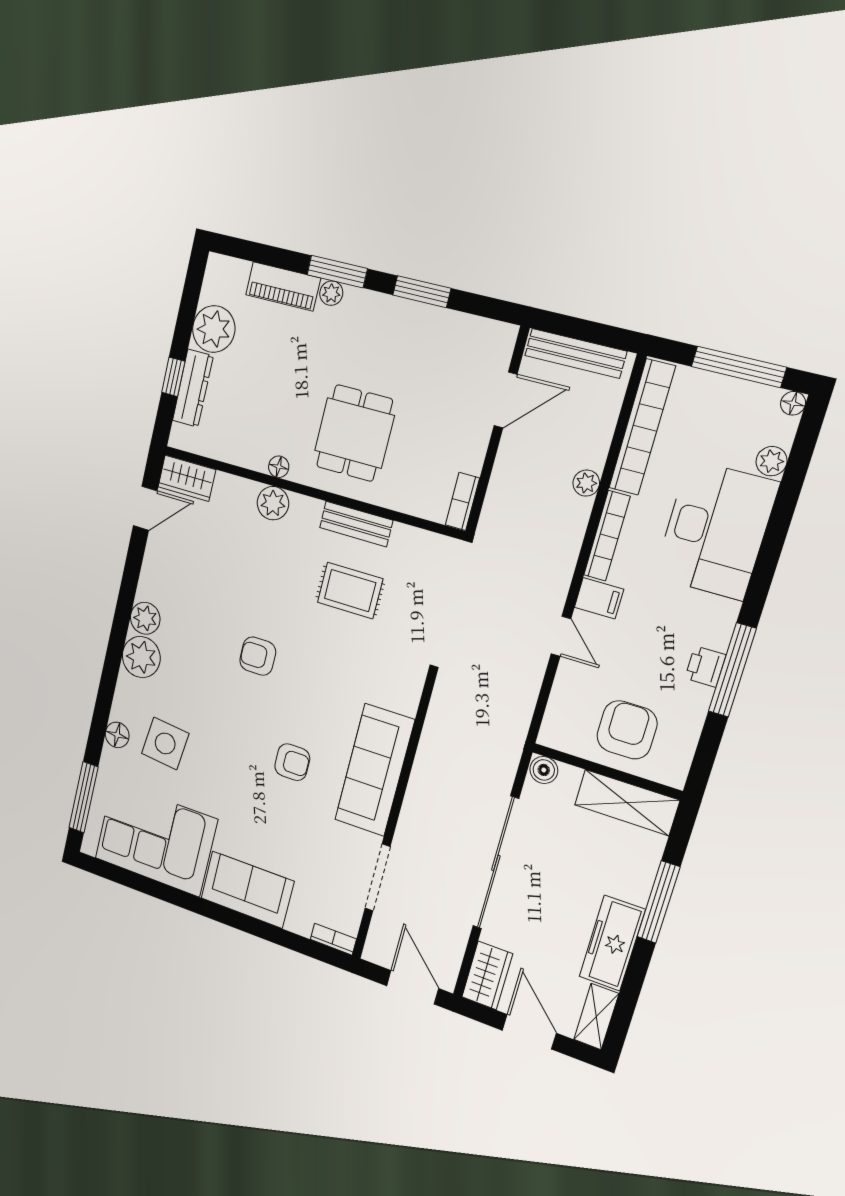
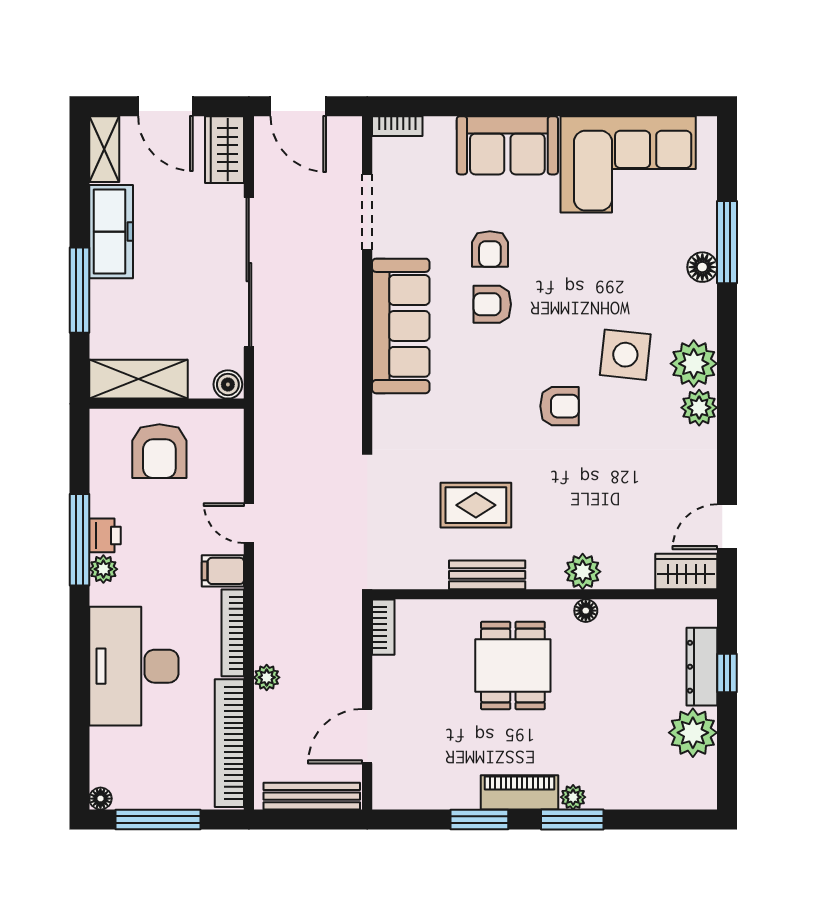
piano: (283, 286) -> (519, 792), moved
plant: (772, 461) -> (103, 569), moved
side table: (165, 743) -> (625, 355), moved
window: (83, 797) -> (727, 242), moved
armchair: (283, 809) -> (490, 249), added

